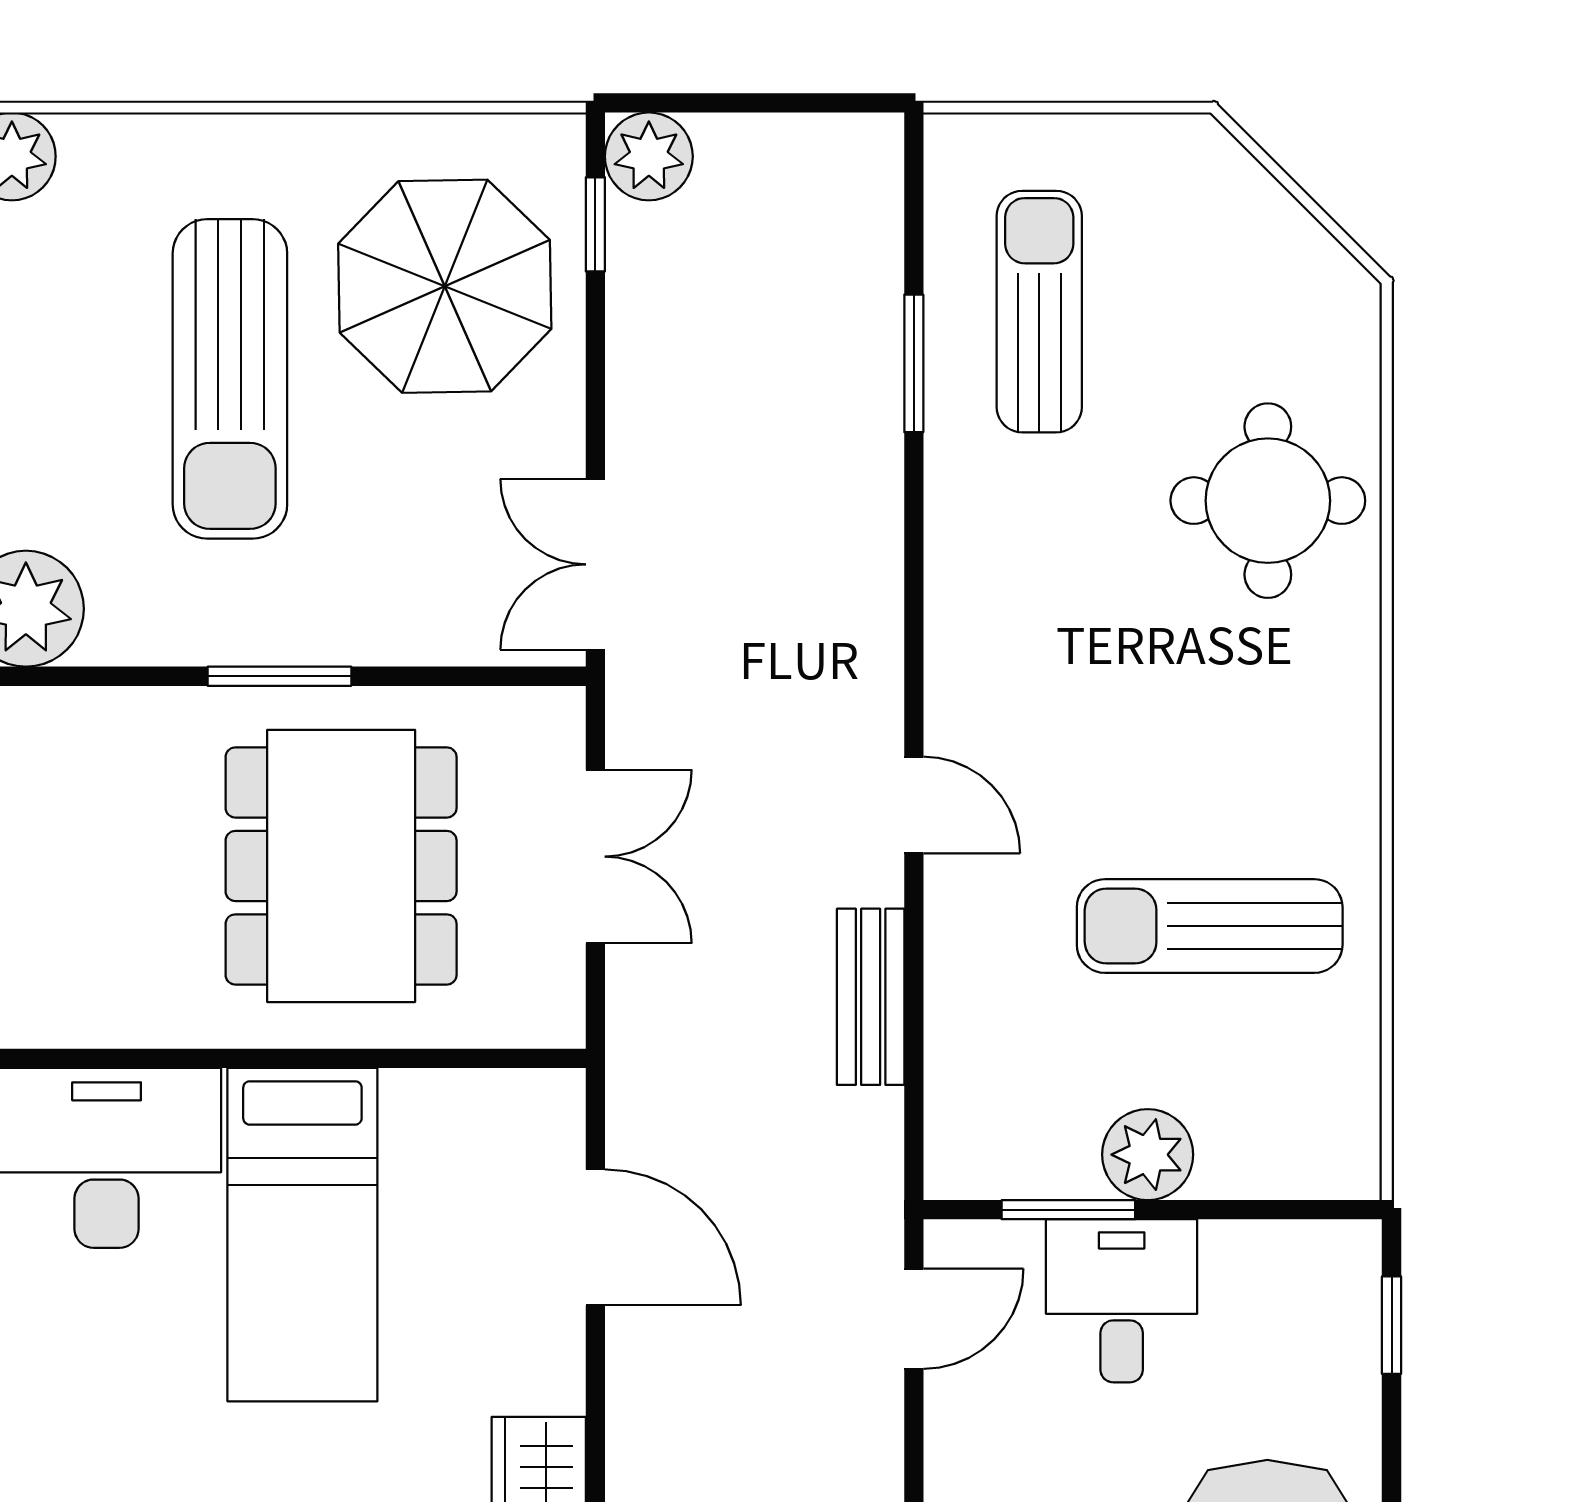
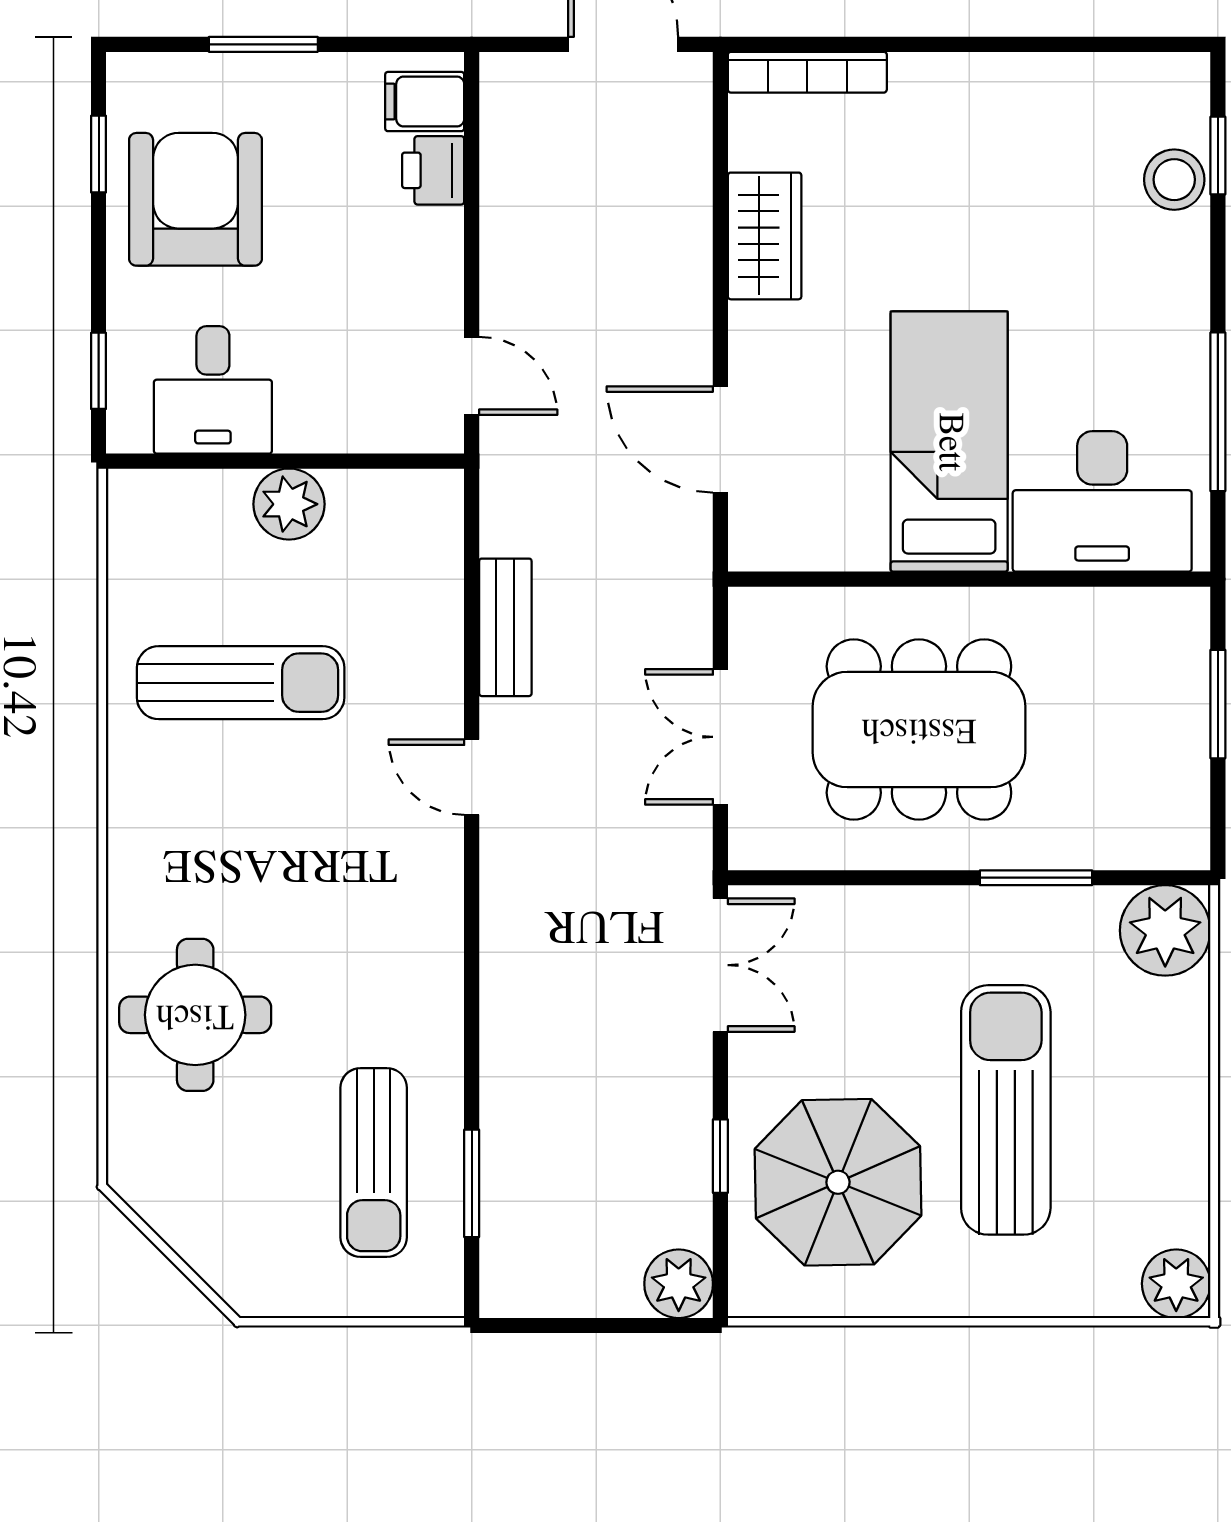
window: (595, 224) -> (720, 1156), moved
window: (914, 363) -> (472, 1183), moved
window: (279, 676) -> (1036, 878), moved
dining table: (341, 866) -> (919, 729), turned 90
window: (1068, 1210) -> (351, 461), removed
desk: (1122, 1301) -> (213, 390), moved
door: (914, 1319) -> (472, 376), swing flipped

